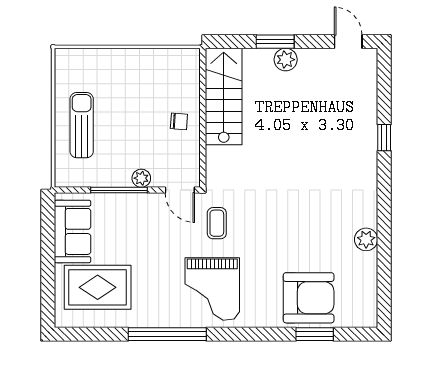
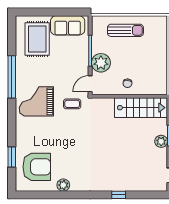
plant: (141, 178) -> (101, 63), width x1.88, depth x1.88
armchair: (309, 298) -> (37, 167), moved, turned -90

